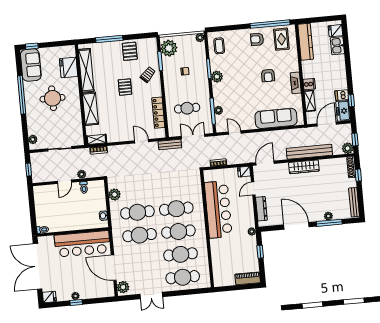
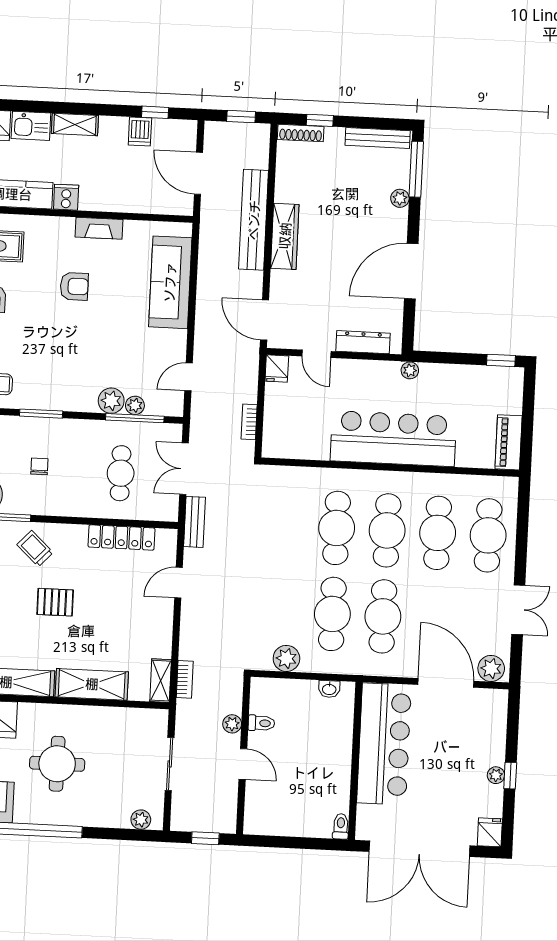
plant: (217, 77) -> (111, 401), moved
cooker: (309, 84) -> (66, 197), moved
shelving: (310, 101) -> (75, 124), moved
freezer: (343, 111) -> (175, 133), removed
plant: (348, 148) -> (258, 135), removed
bar counter: (218, 209) -> (393, 439), moved
window: (329, 223) -> (416, 169), moved
window: (260, 252) -> (501, 360), moved
door: (114, 268) -> (446, 683), swing flipped
piano: (248, 278) -> (509, 442), moved

